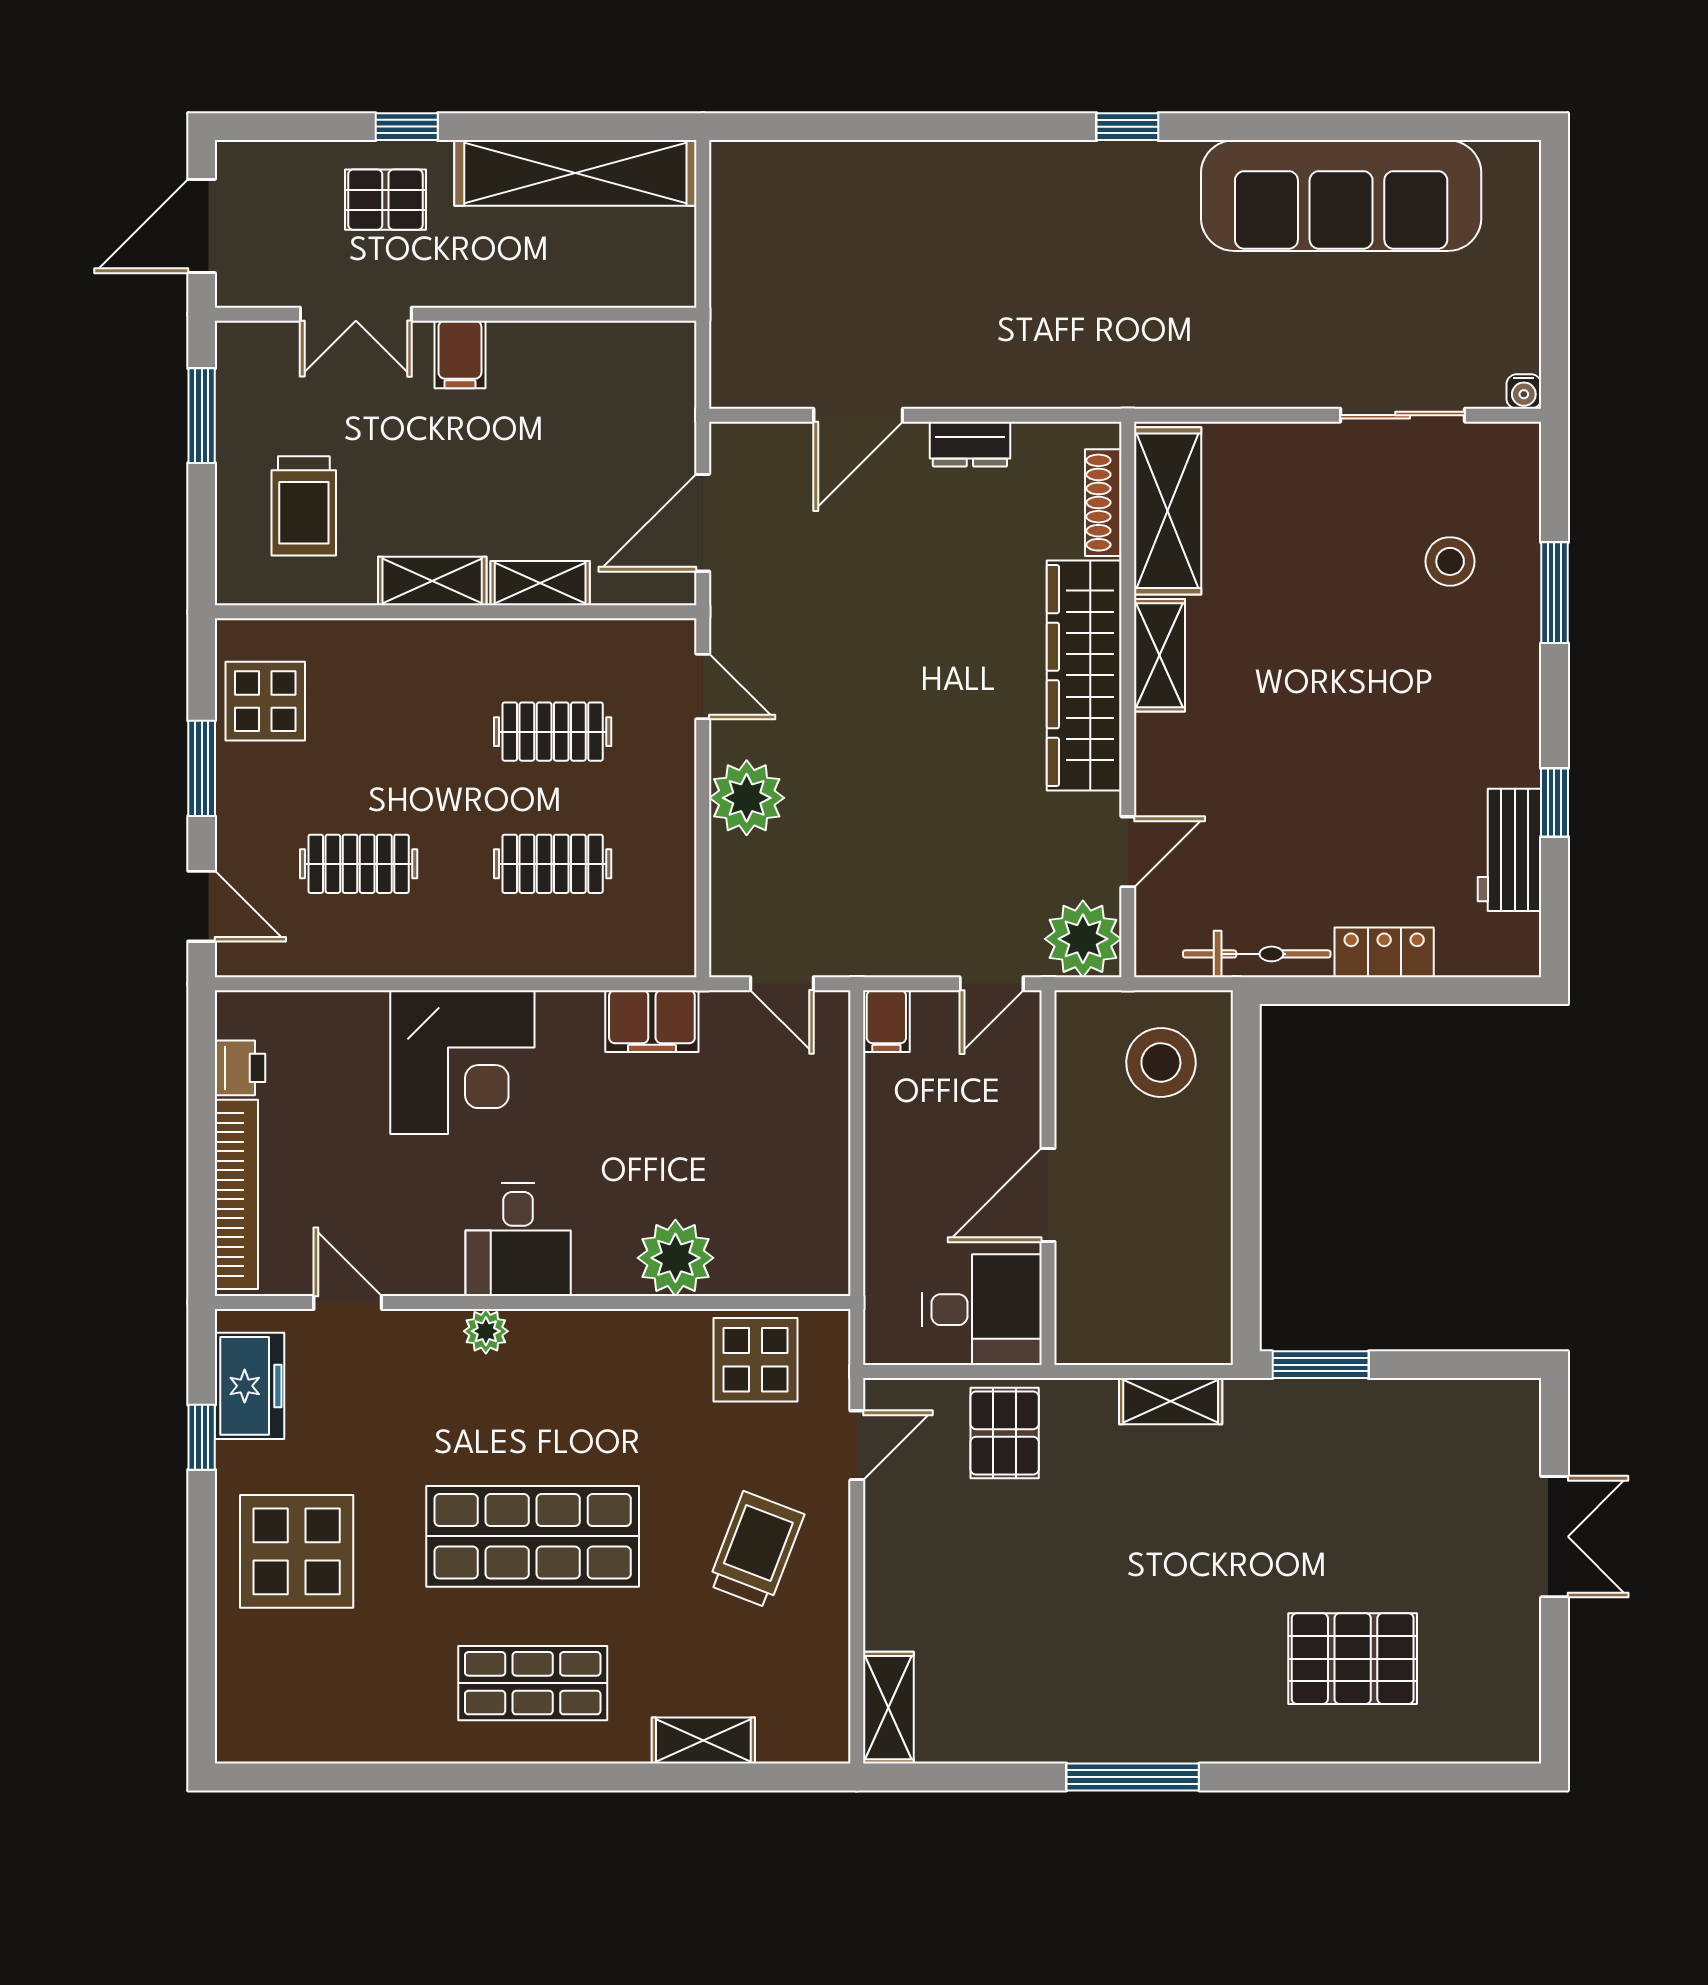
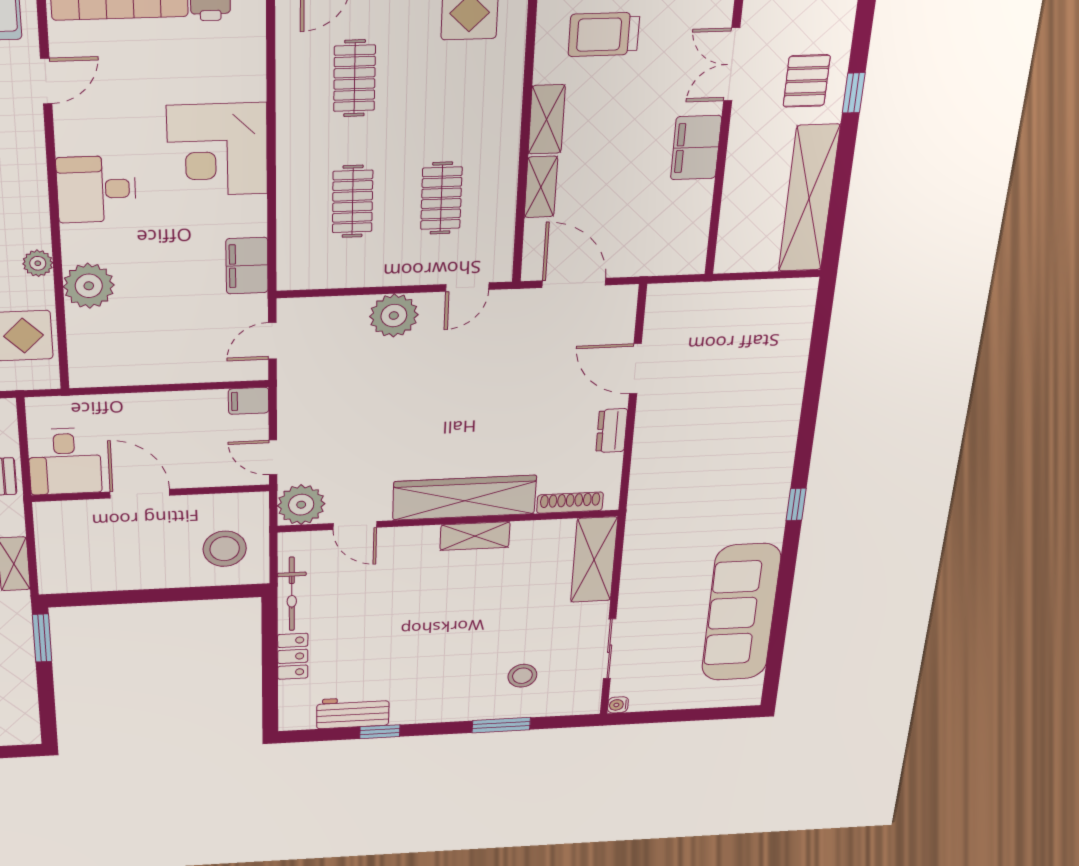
filing cabinet: (460, 354) -> (696, 148), width x2.00
shelving: (1168, 511) -> (594, 560), moved, turned 90
plant: (486, 1331) -> (38, 263), moved

